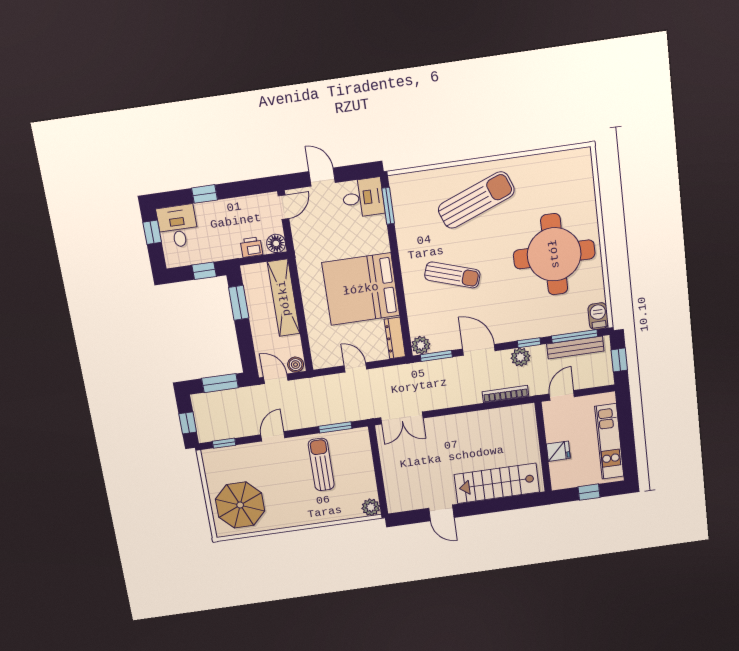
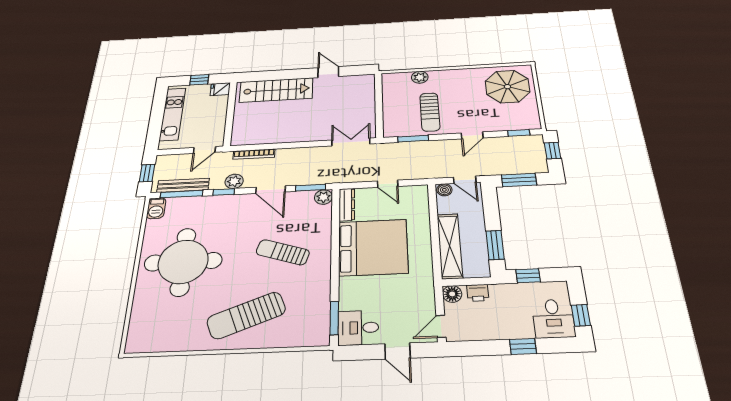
fridge: (558, 451) -> (220, 89), moved
plant: (371, 507) -> (420, 77), moved

